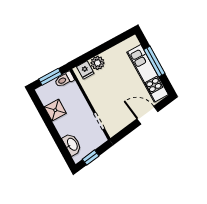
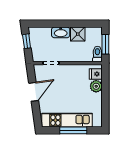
door: (147, 115) -> (34, 92), moved
washbasin: (72, 144) -> (61, 32), moved

